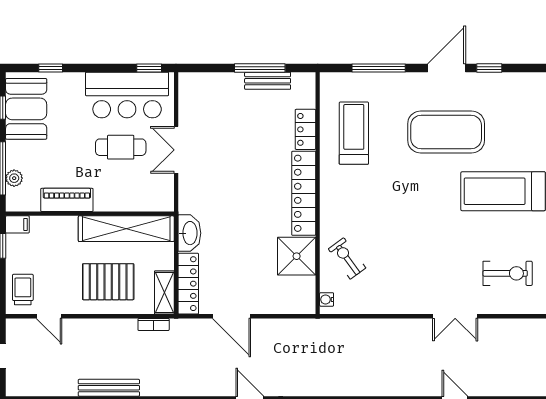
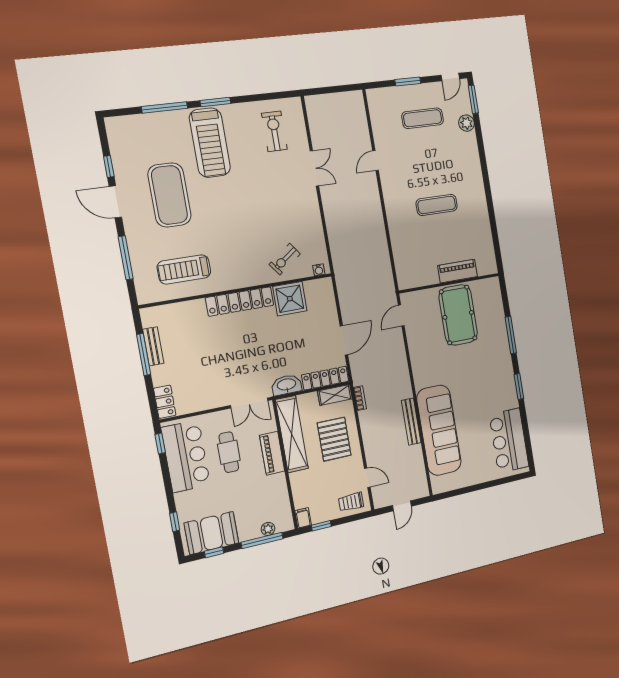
locker: (305, 129) -> (165, 402), moved, turned -90
double door: (176, 150) -> (249, 403), moved
piano: (67, 200) -> (272, 453), moved
door: (49, 316) -> (367, 478), hinge flipped

